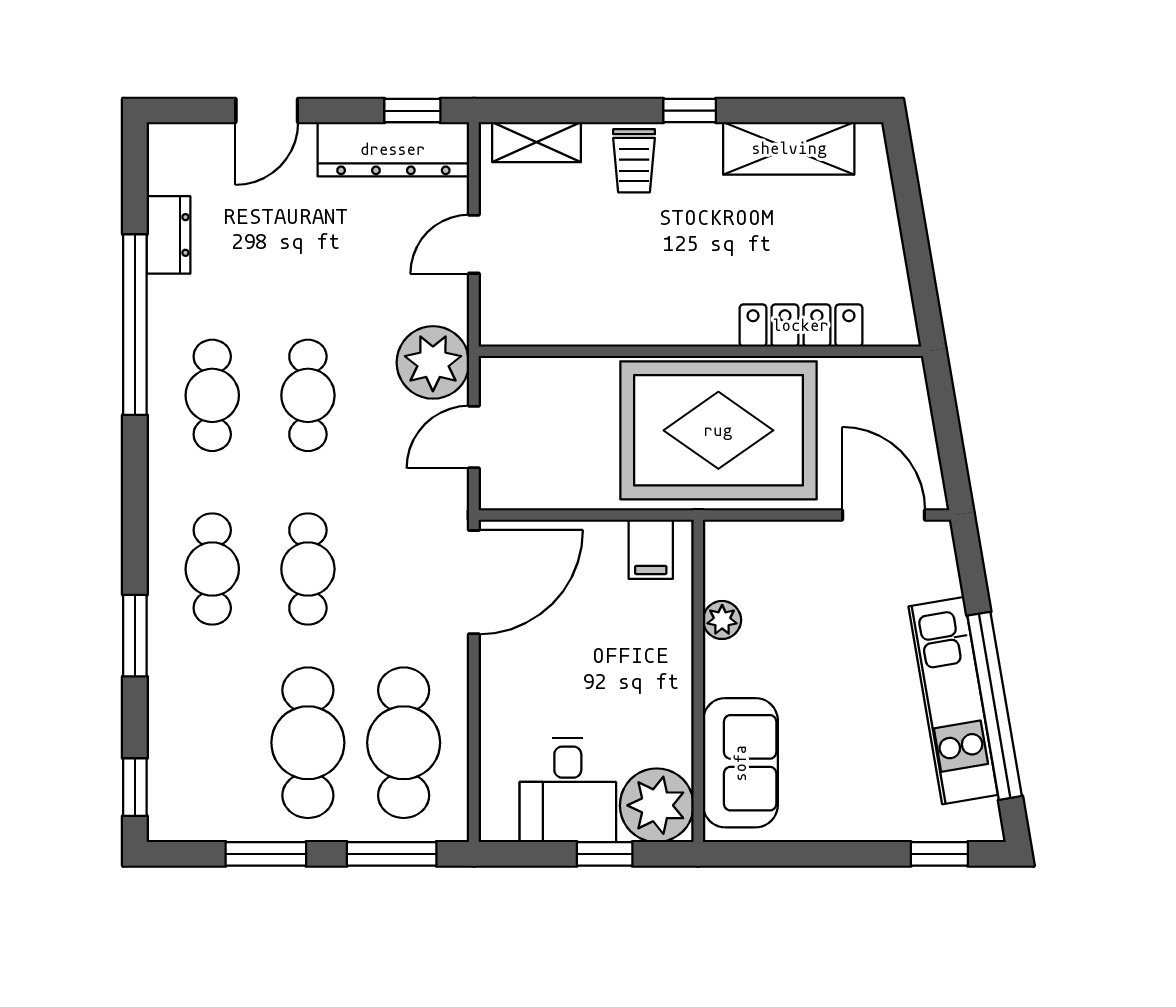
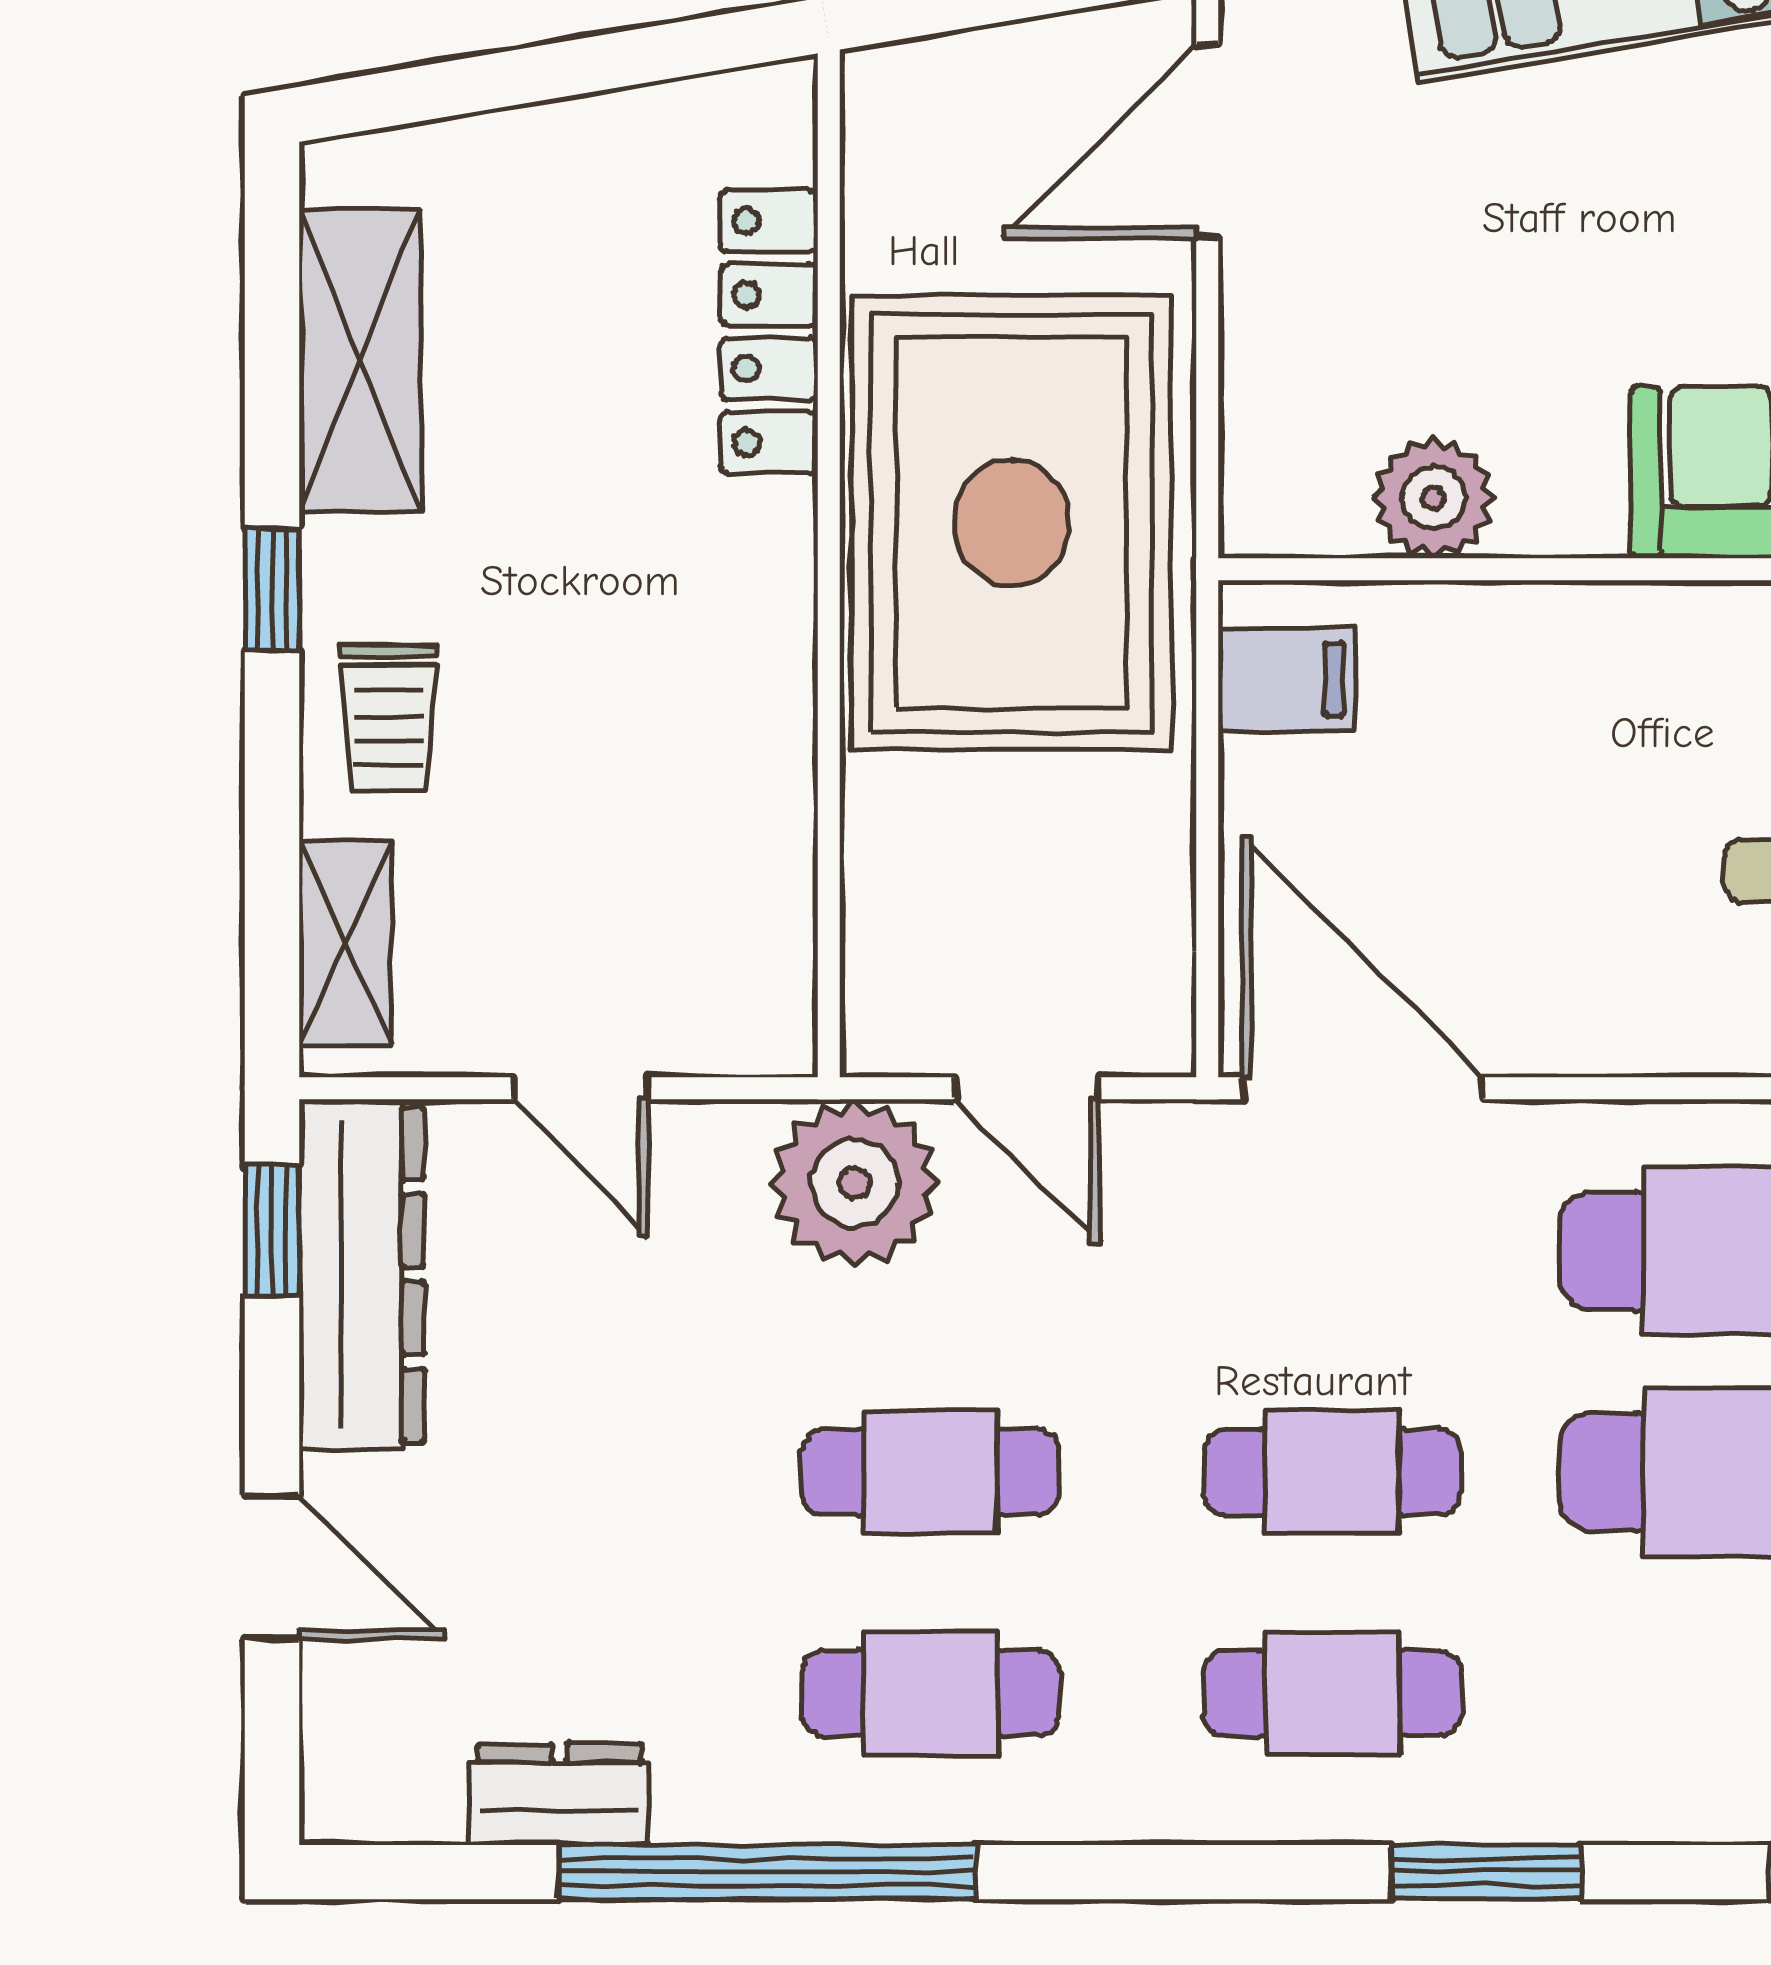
trolley: (634, 161) -> (388, 718), turned 90
plant: (722, 620) -> (1434, 498), width x1.38, depth x1.38

